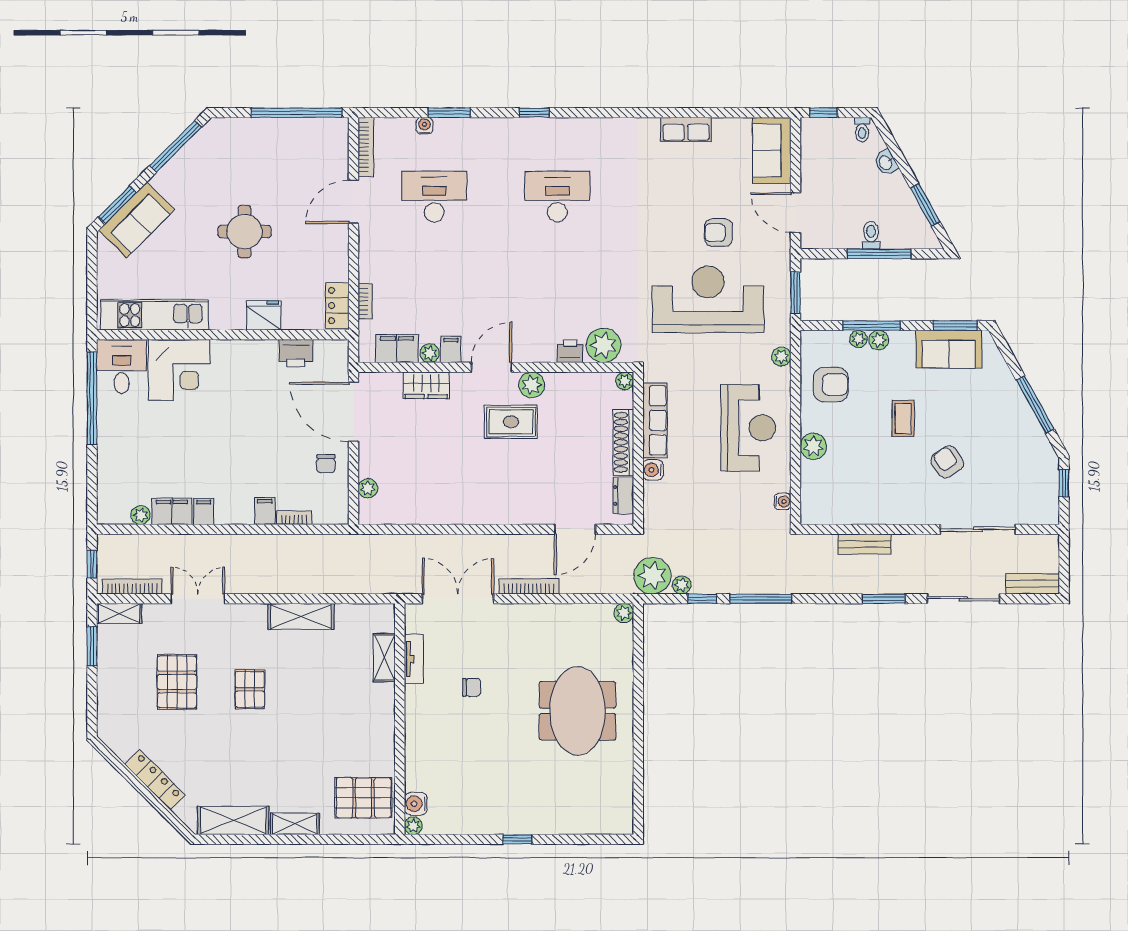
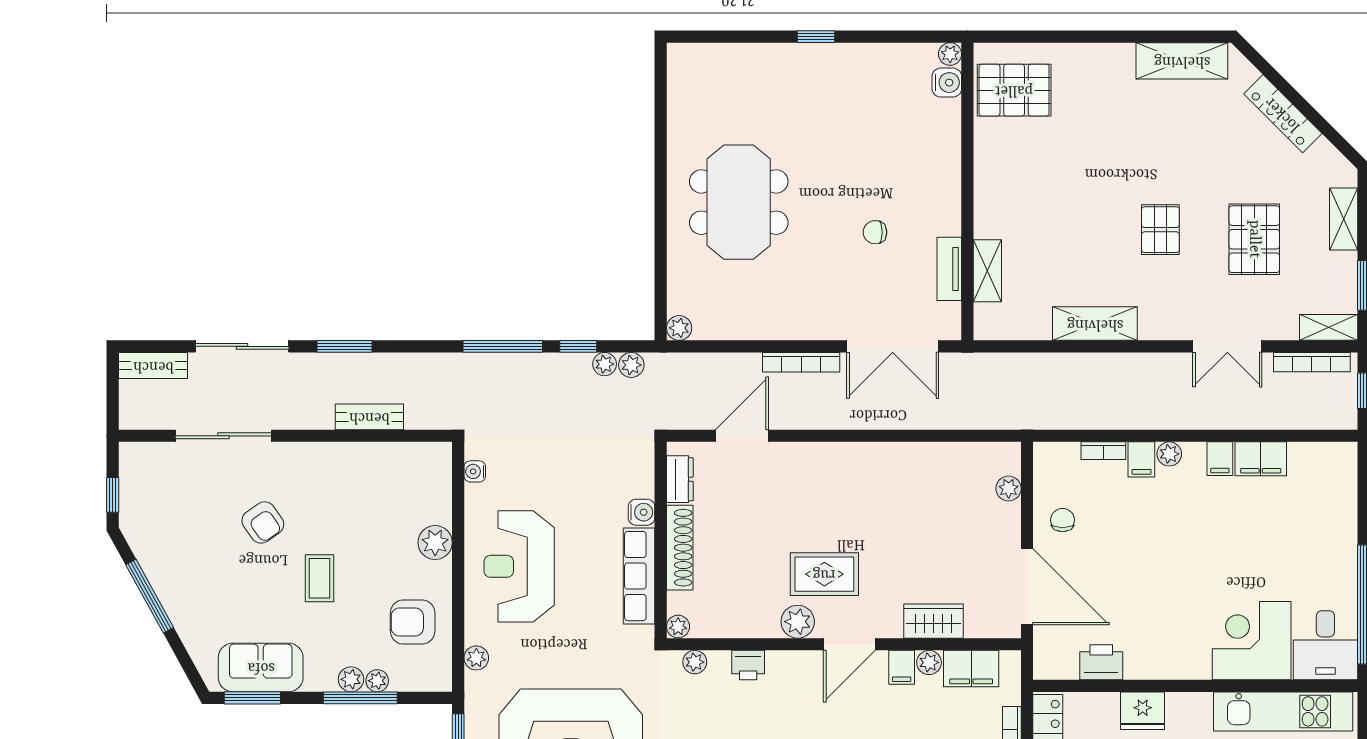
plant: (604, 345) -> (695, 662), width x0.53, depth x0.53
plant: (141, 515) -> (1169, 454), moved
plant: (652, 576) -> (631, 365), width x0.53, depth x0.53
shelving: (295, 824) -> (1344, 219), moved, turned 90

